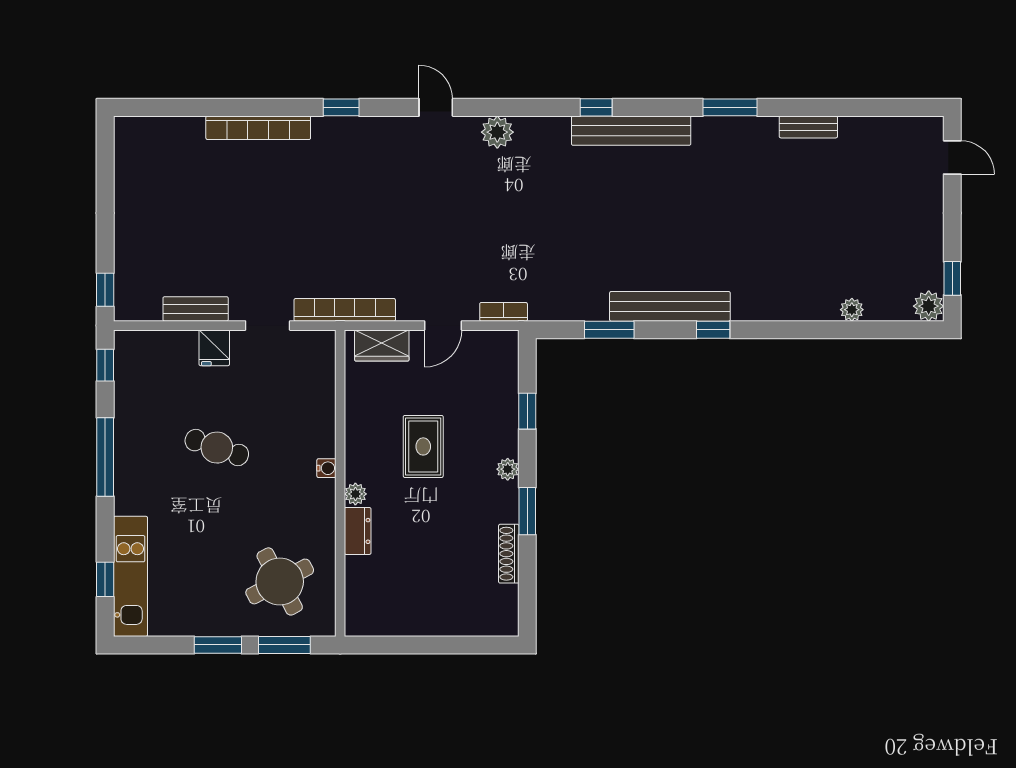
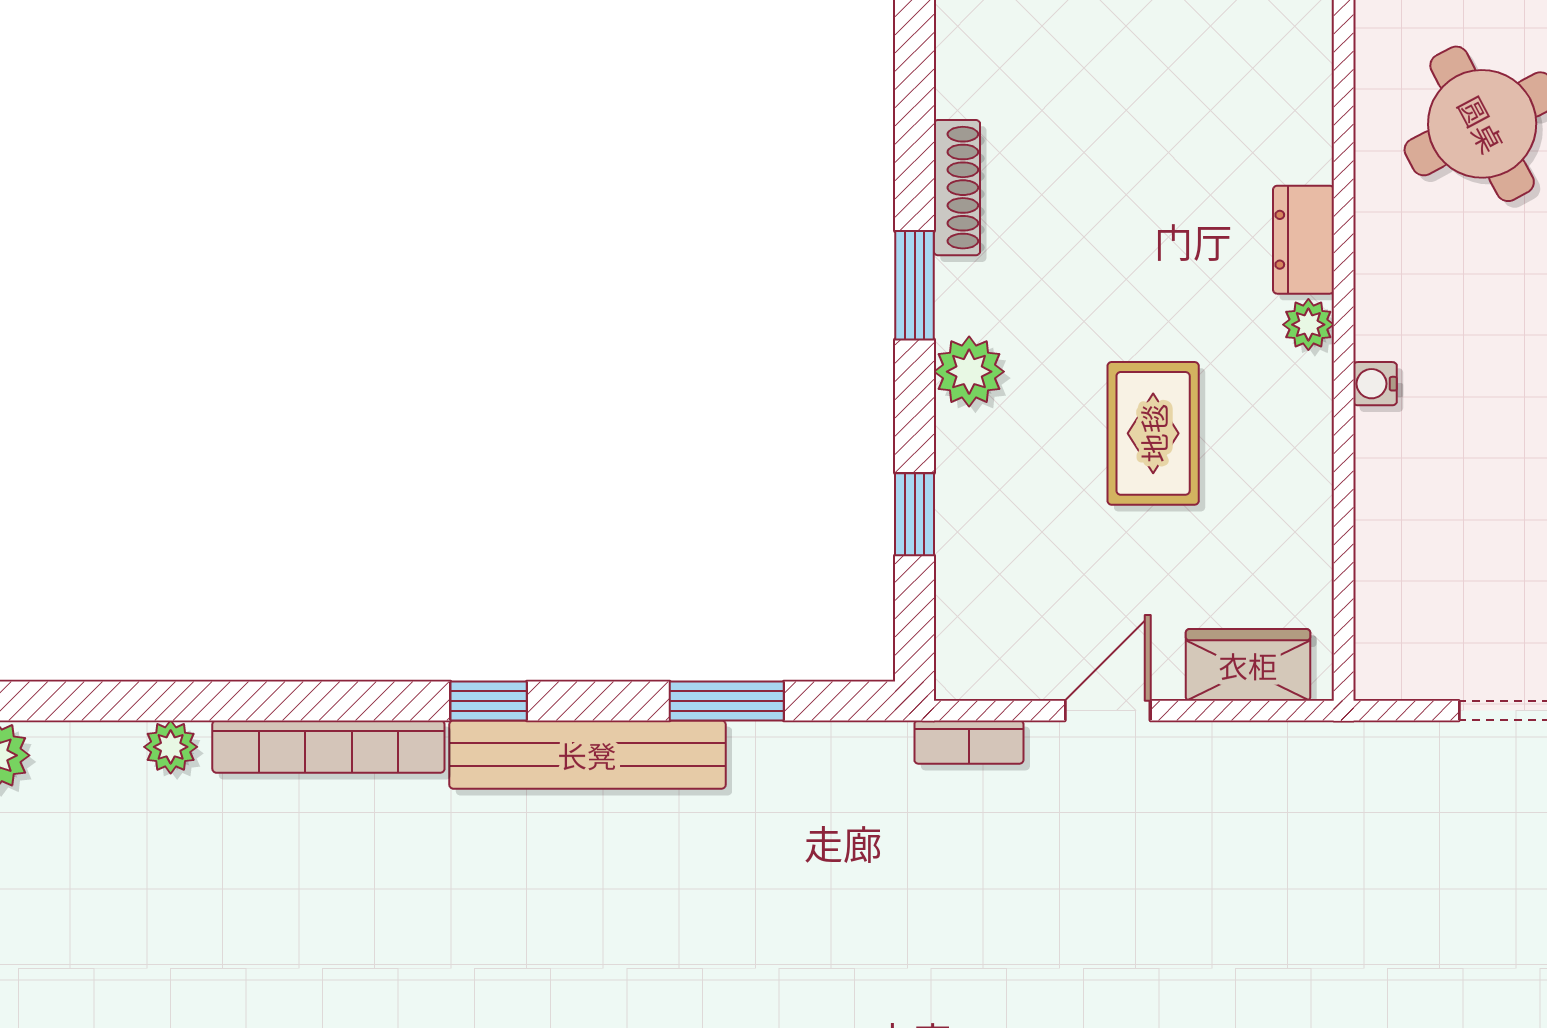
bookcase: (345, 310) -> (328, 747), moved
plant: (508, 469) -> (969, 372), width x1.38, depth x1.38

